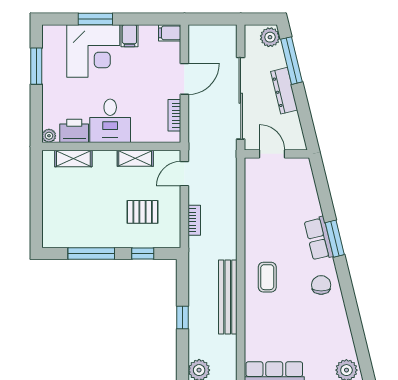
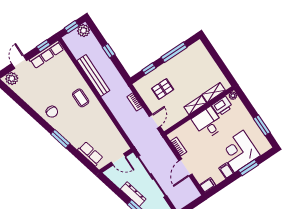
shelving: (135, 158) -> (195, 105), moved
row of seats: (319, 239) -> (90, 154), moved

